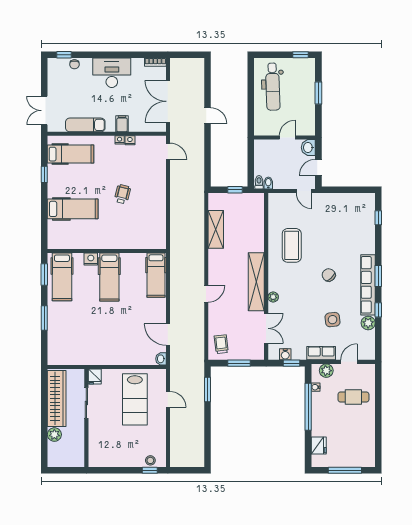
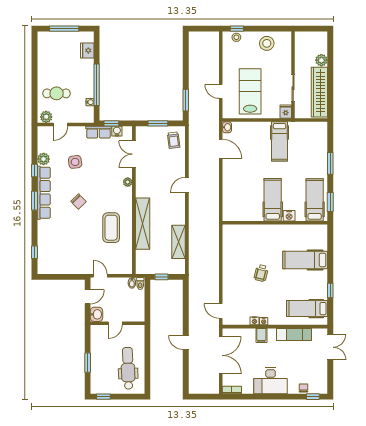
hospital bed: (156, 275) -> (280, 141), moved, turned 180
shelving: (256, 282) -> (143, 224), moved
row of seats: (321, 353) -> (98, 132), moved
plant: (326, 371) -> (46, 117), moved
stool: (116, 454) -> (267, 43), added

